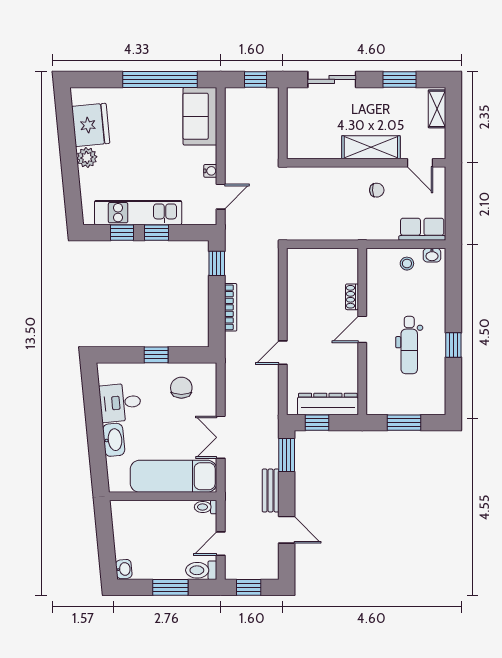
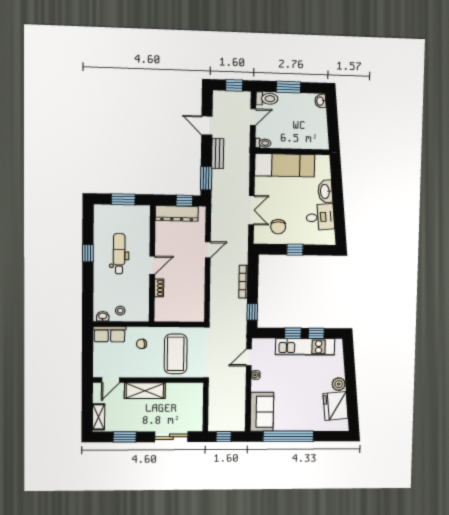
door: (420, 163) -> (111, 380), swing flipped
chair: (377, 190) -> (142, 344), moved
coffee table: (327, 201) -> (176, 354), added
double door: (221, 437) -> (251, 210), moved

